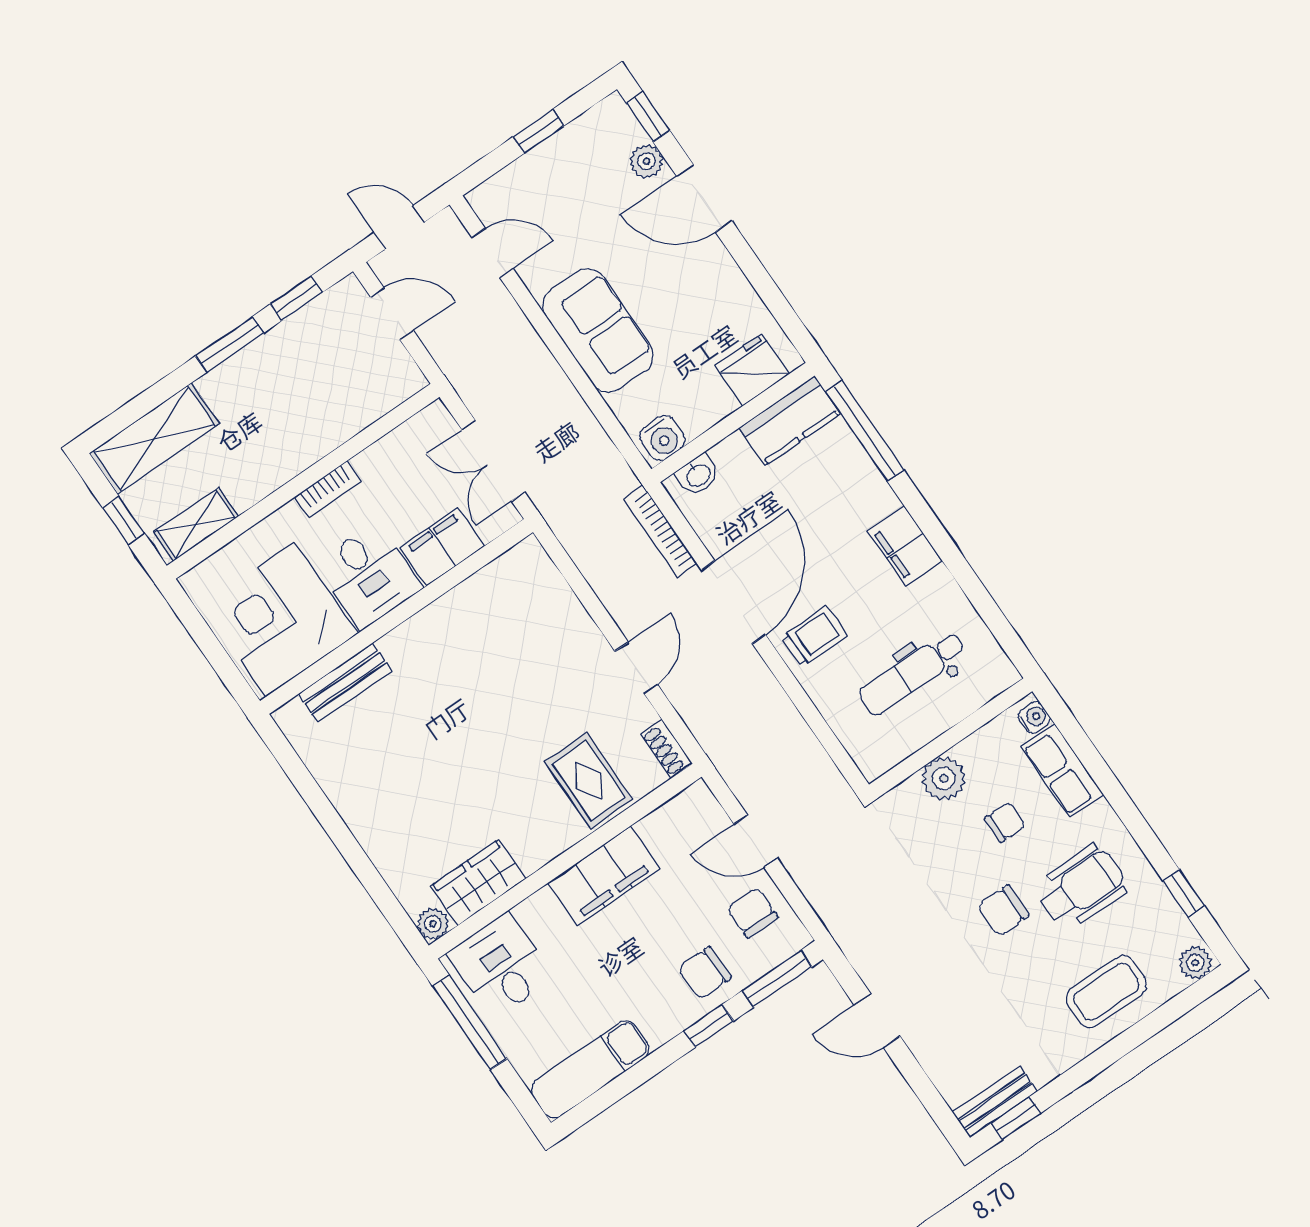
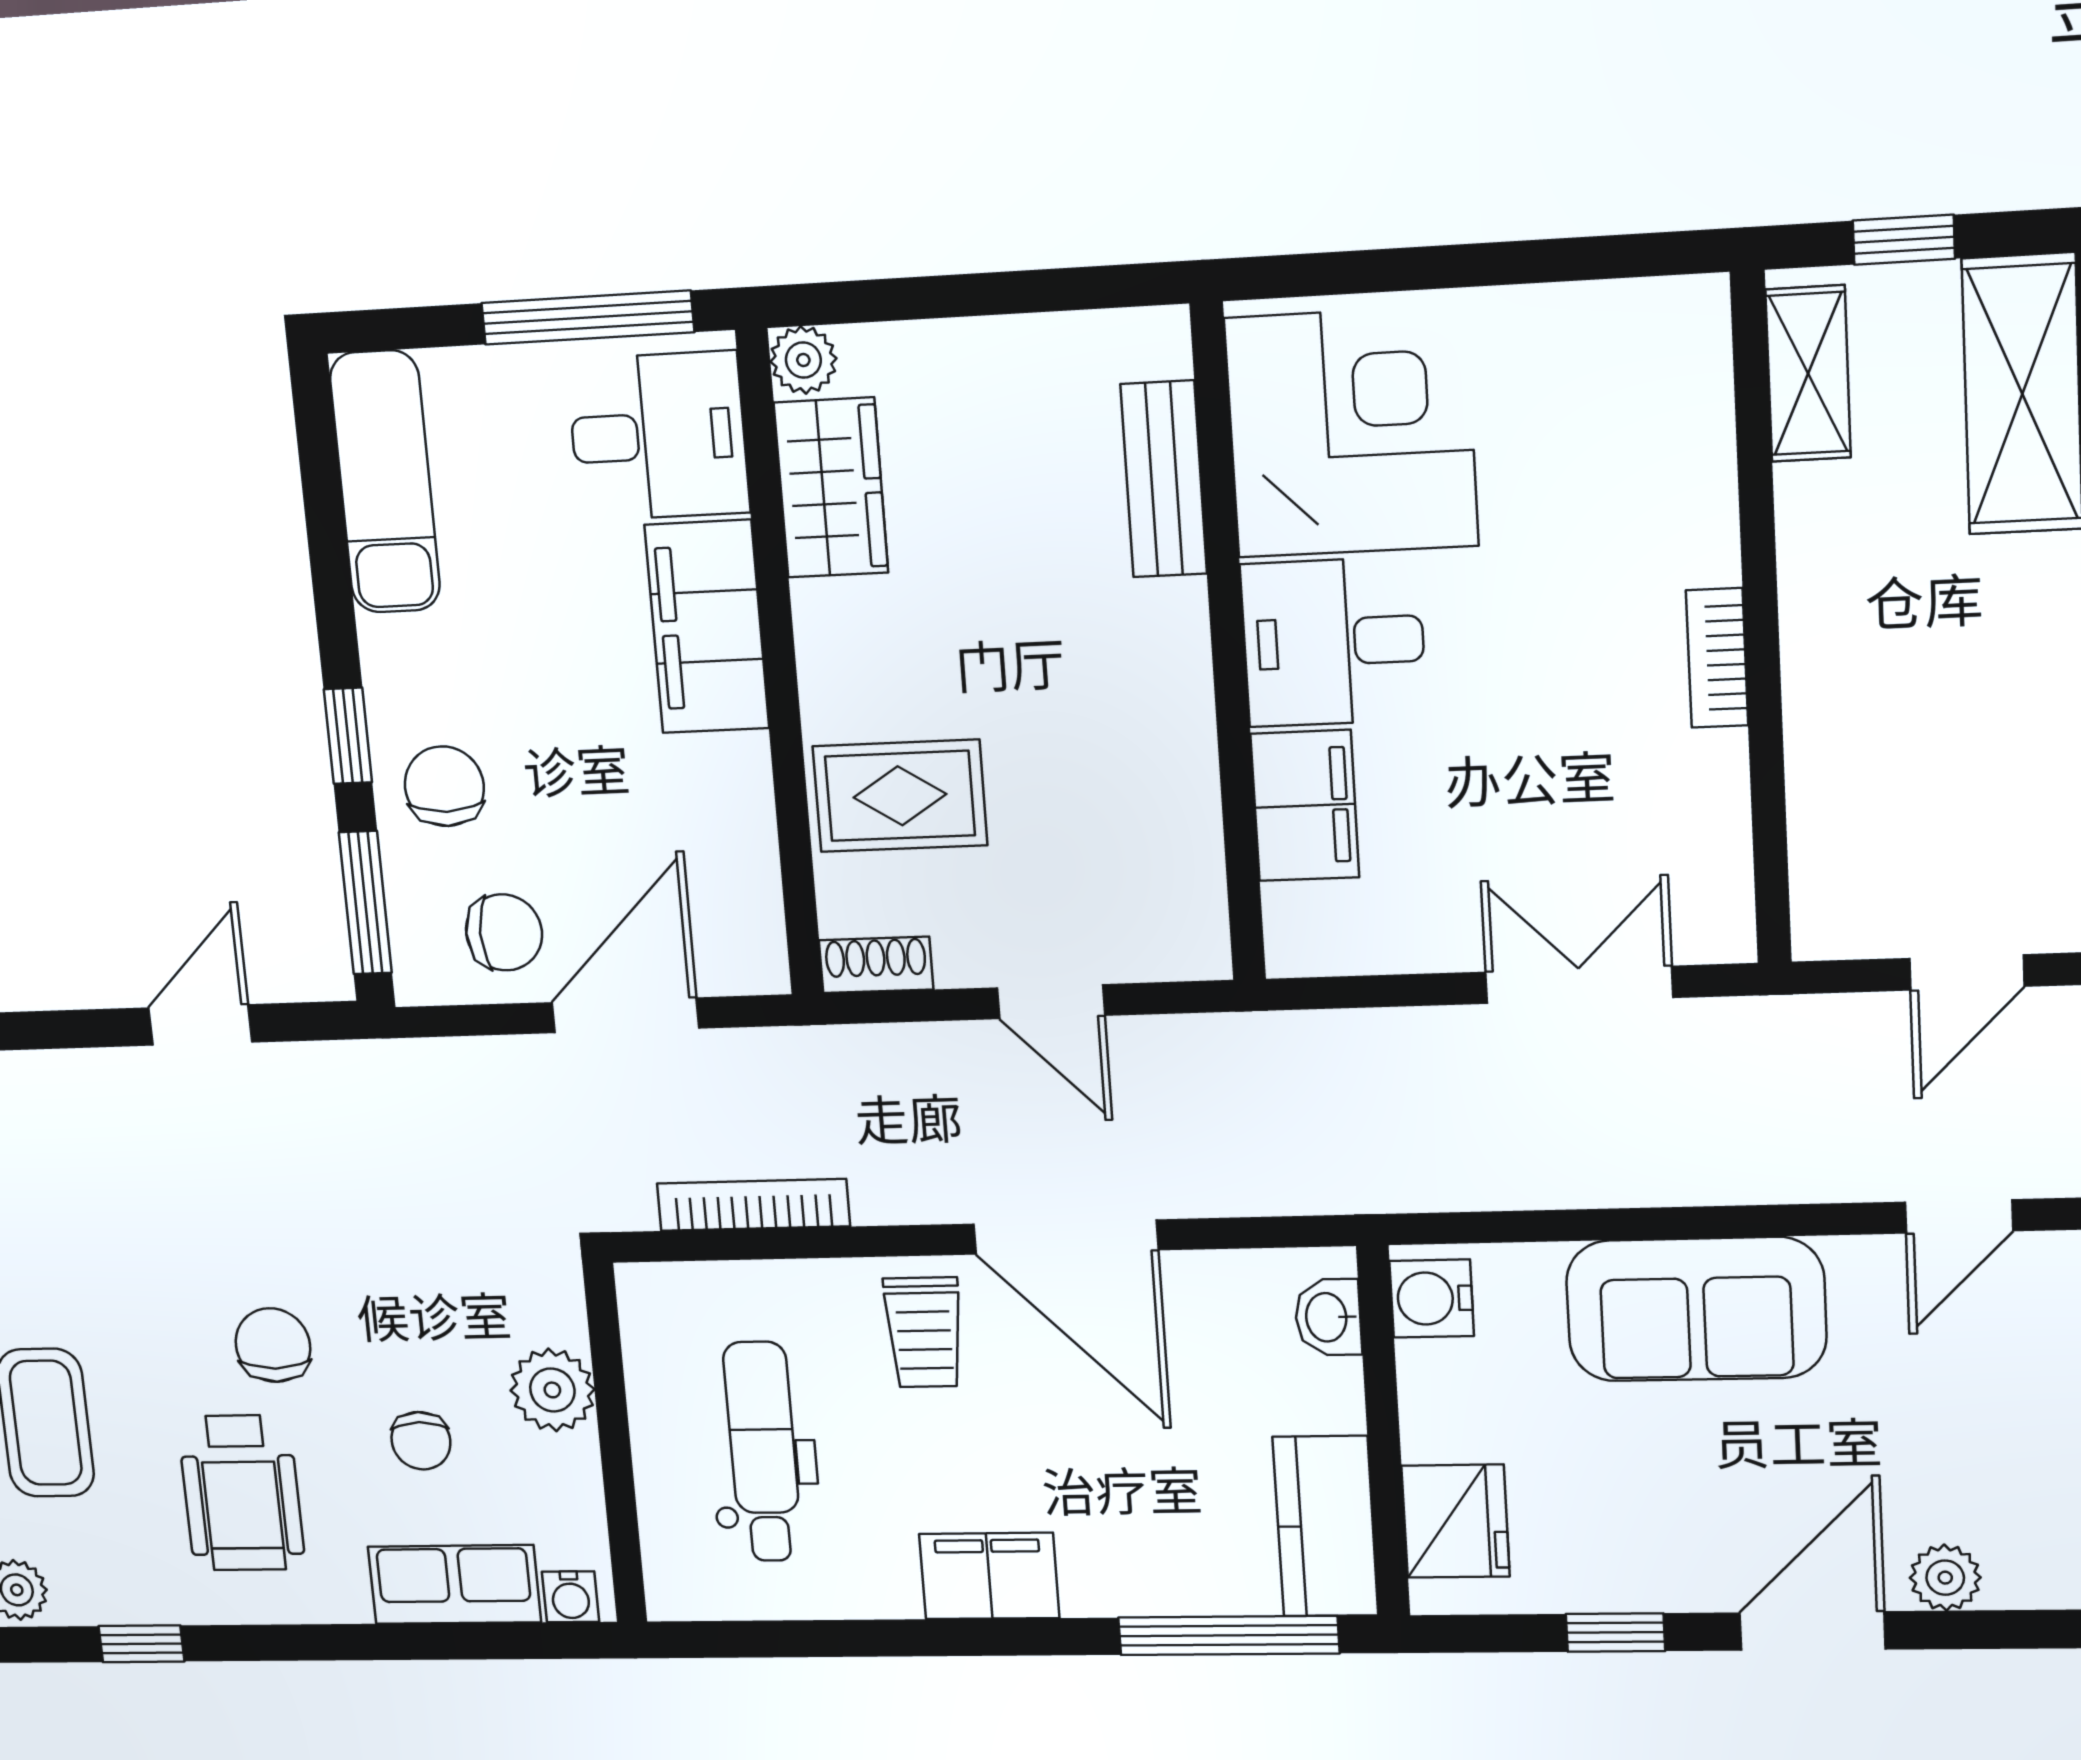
window: (648, 117) -> (1615, 1632), moved
bookcase: (660, 531) -> (753, 1205), moved
filing cabinet: (442, 547) -> (1305, 806), moved
desk: (369, 576) -> (1333, 642), moved
wall: (396, 617) -> (1228, 646), moved
corner desk: (280, 619) -> (1351, 432), moved
bench: (345, 683) -> (1164, 479), moved
door: (756, 841) -> (625, 1015), width x1.38
filing cabinet: (604, 876) -> (707, 627), moved

